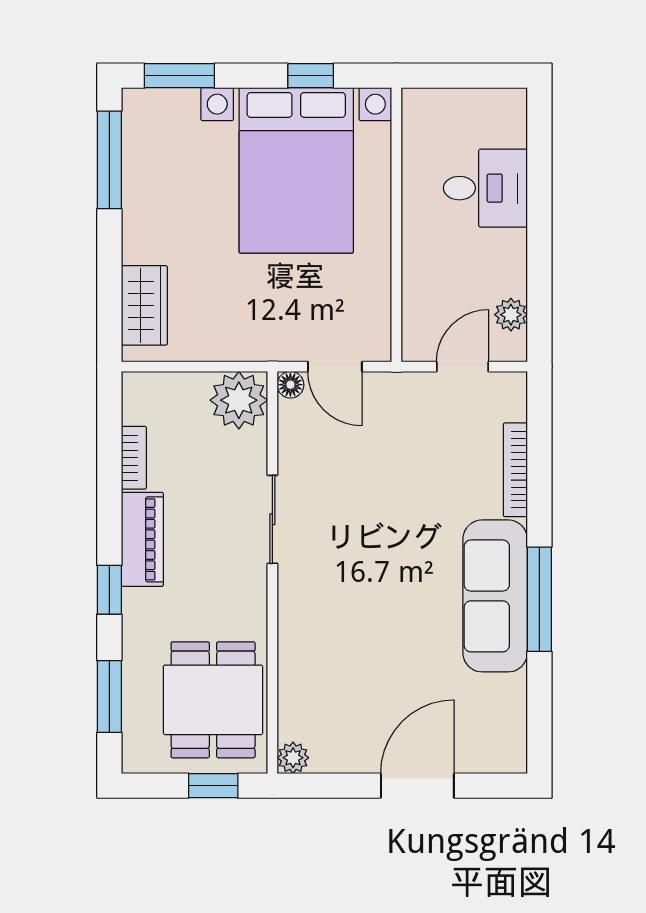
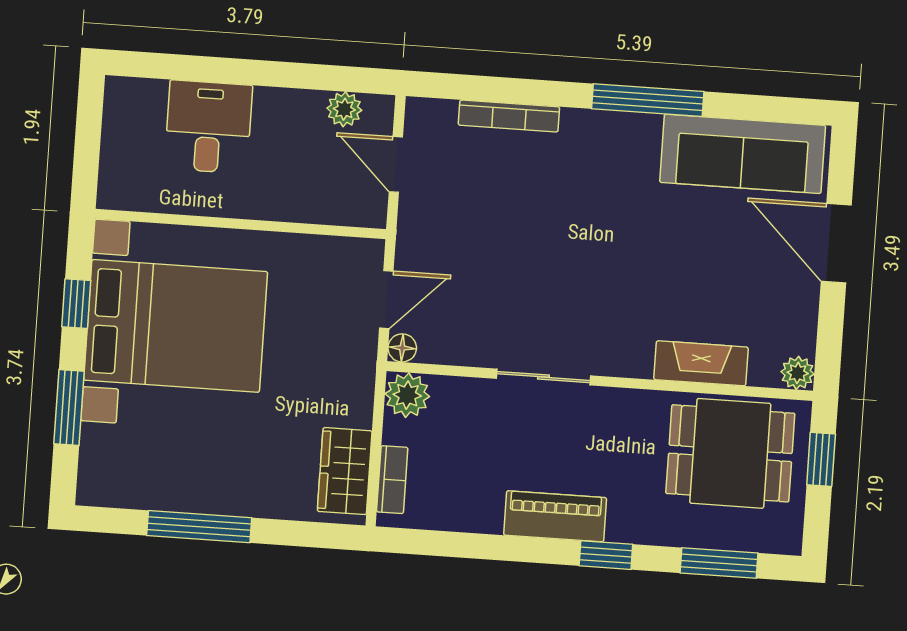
window: (179, 76) -> (69, 408), moved
window: (109, 160) -> (199, 527), moved
wardrobe: (144, 305) -> (345, 471), moved, turned -90
plant: (239, 400) -> (407, 395), width x0.73, depth x0.73
bookcase: (134, 458) -> (392, 480), moved, turned 90
sofa: (495, 596) -> (743, 154), moved
fireplace: (296, 666) -> (701, 363), added

